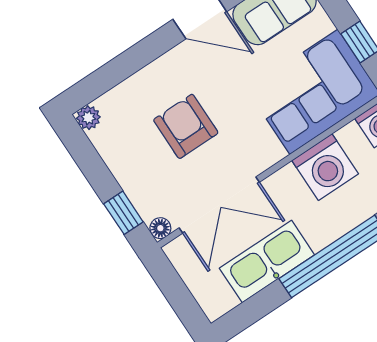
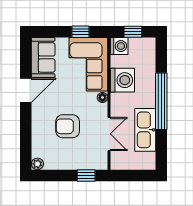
double door: (219, 205) -> (109, 134), width x0.73
floor lamp: (160, 228) -> (102, 97), moved

